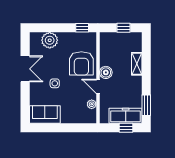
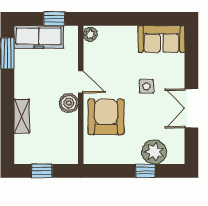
window: (82, 28) -> (145, 171), moved
plant: (92, 104) -> (90, 34), moved
window: (126, 128) -> (54, 19), moved

